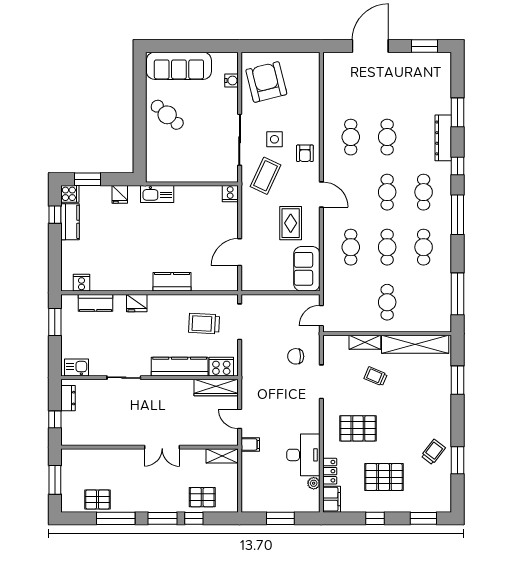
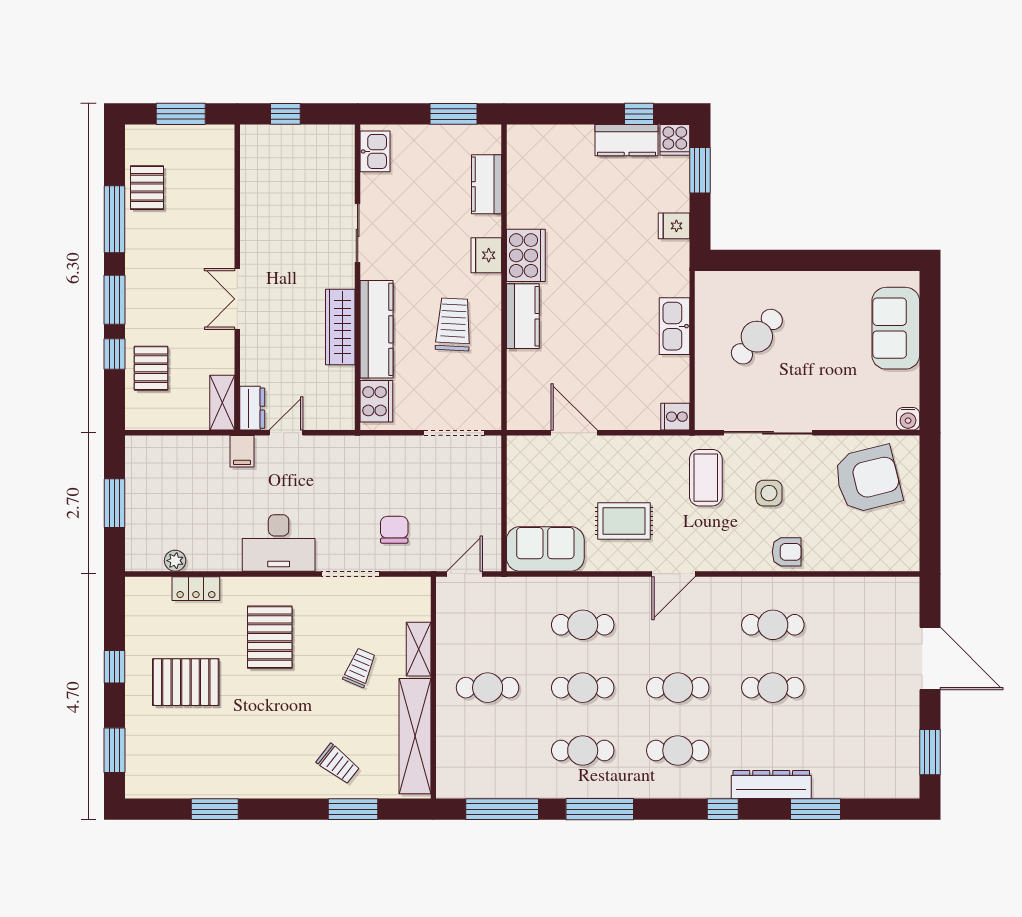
sofa: (179, 66) -> (896, 328), width x0.73
water cooler: (231, 81) -> (908, 419), moved
cafe table: (167, 115) -> (757, 337), moved
armchair: (305, 153) -> (787, 552), moved, turned 180
coffee table: (266, 176) -> (706, 478), turned 65
kitchen sink: (157, 194) -> (674, 326), moved
window: (458, 215) -> (600, 809), moved
cooker: (81, 283) -> (526, 255), moved, width x1.87, depth x1.31
door: (321, 316) -> (465, 574), hinge flipped
trolley: (204, 324) -> (453, 324), moved
wardrobe: (216, 388) -> (340, 327), moved
dresser: (68, 398) -> (252, 408), moved, turned -90
trolley: (433, 452) -> (338, 764), moved
desk: (303, 455) -> (279, 543), moved
pallet: (384, 477) -> (186, 682), turned 90
filing cabinet: (332, 499) -> (148, 592), removed

